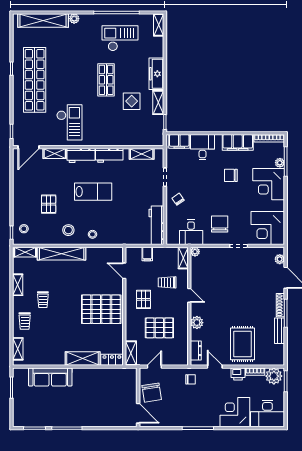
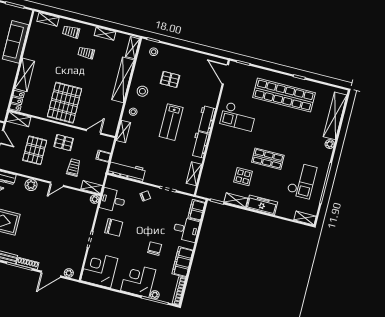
shelving: (55, 154) -> (123, 132), moved

